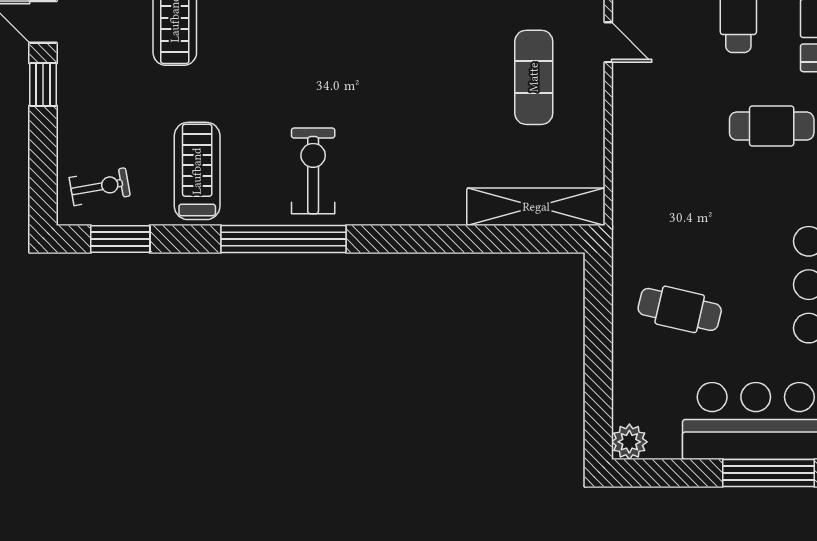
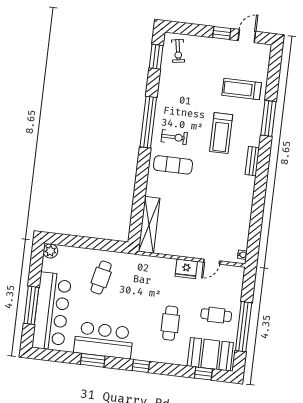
exercise mat: (534, 77) -> (173, 165), moved
fridge: (633, 102) -> (186, 269), added
treadmill: (197, 171) -> (221, 133), moved, turned 90
exercise bike: (313, 171) -> (174, 137), width x0.73, depth x0.72

